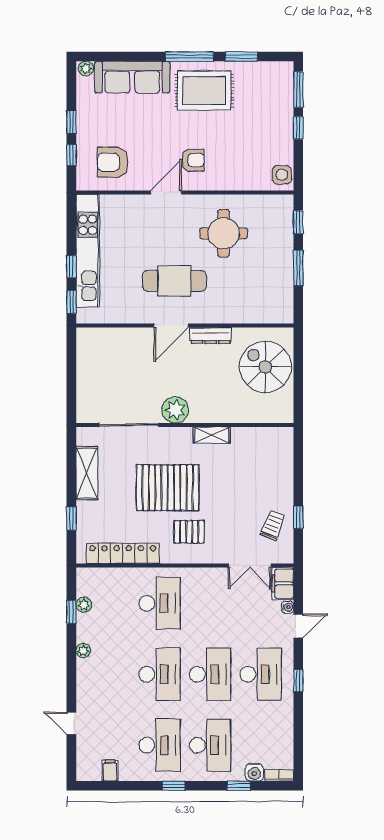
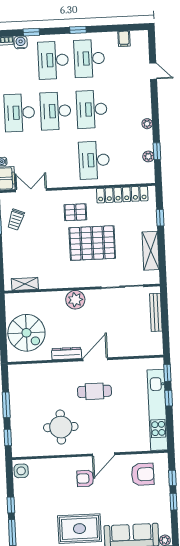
cafe table: (174, 281) -> (94, 391), width x0.73, depth x0.74
bench: (84, 387) -> (156, 312), added
plant: (175, 410) -> (75, 300), moved
shelving: (212, 435) -> (25, 284), moved

